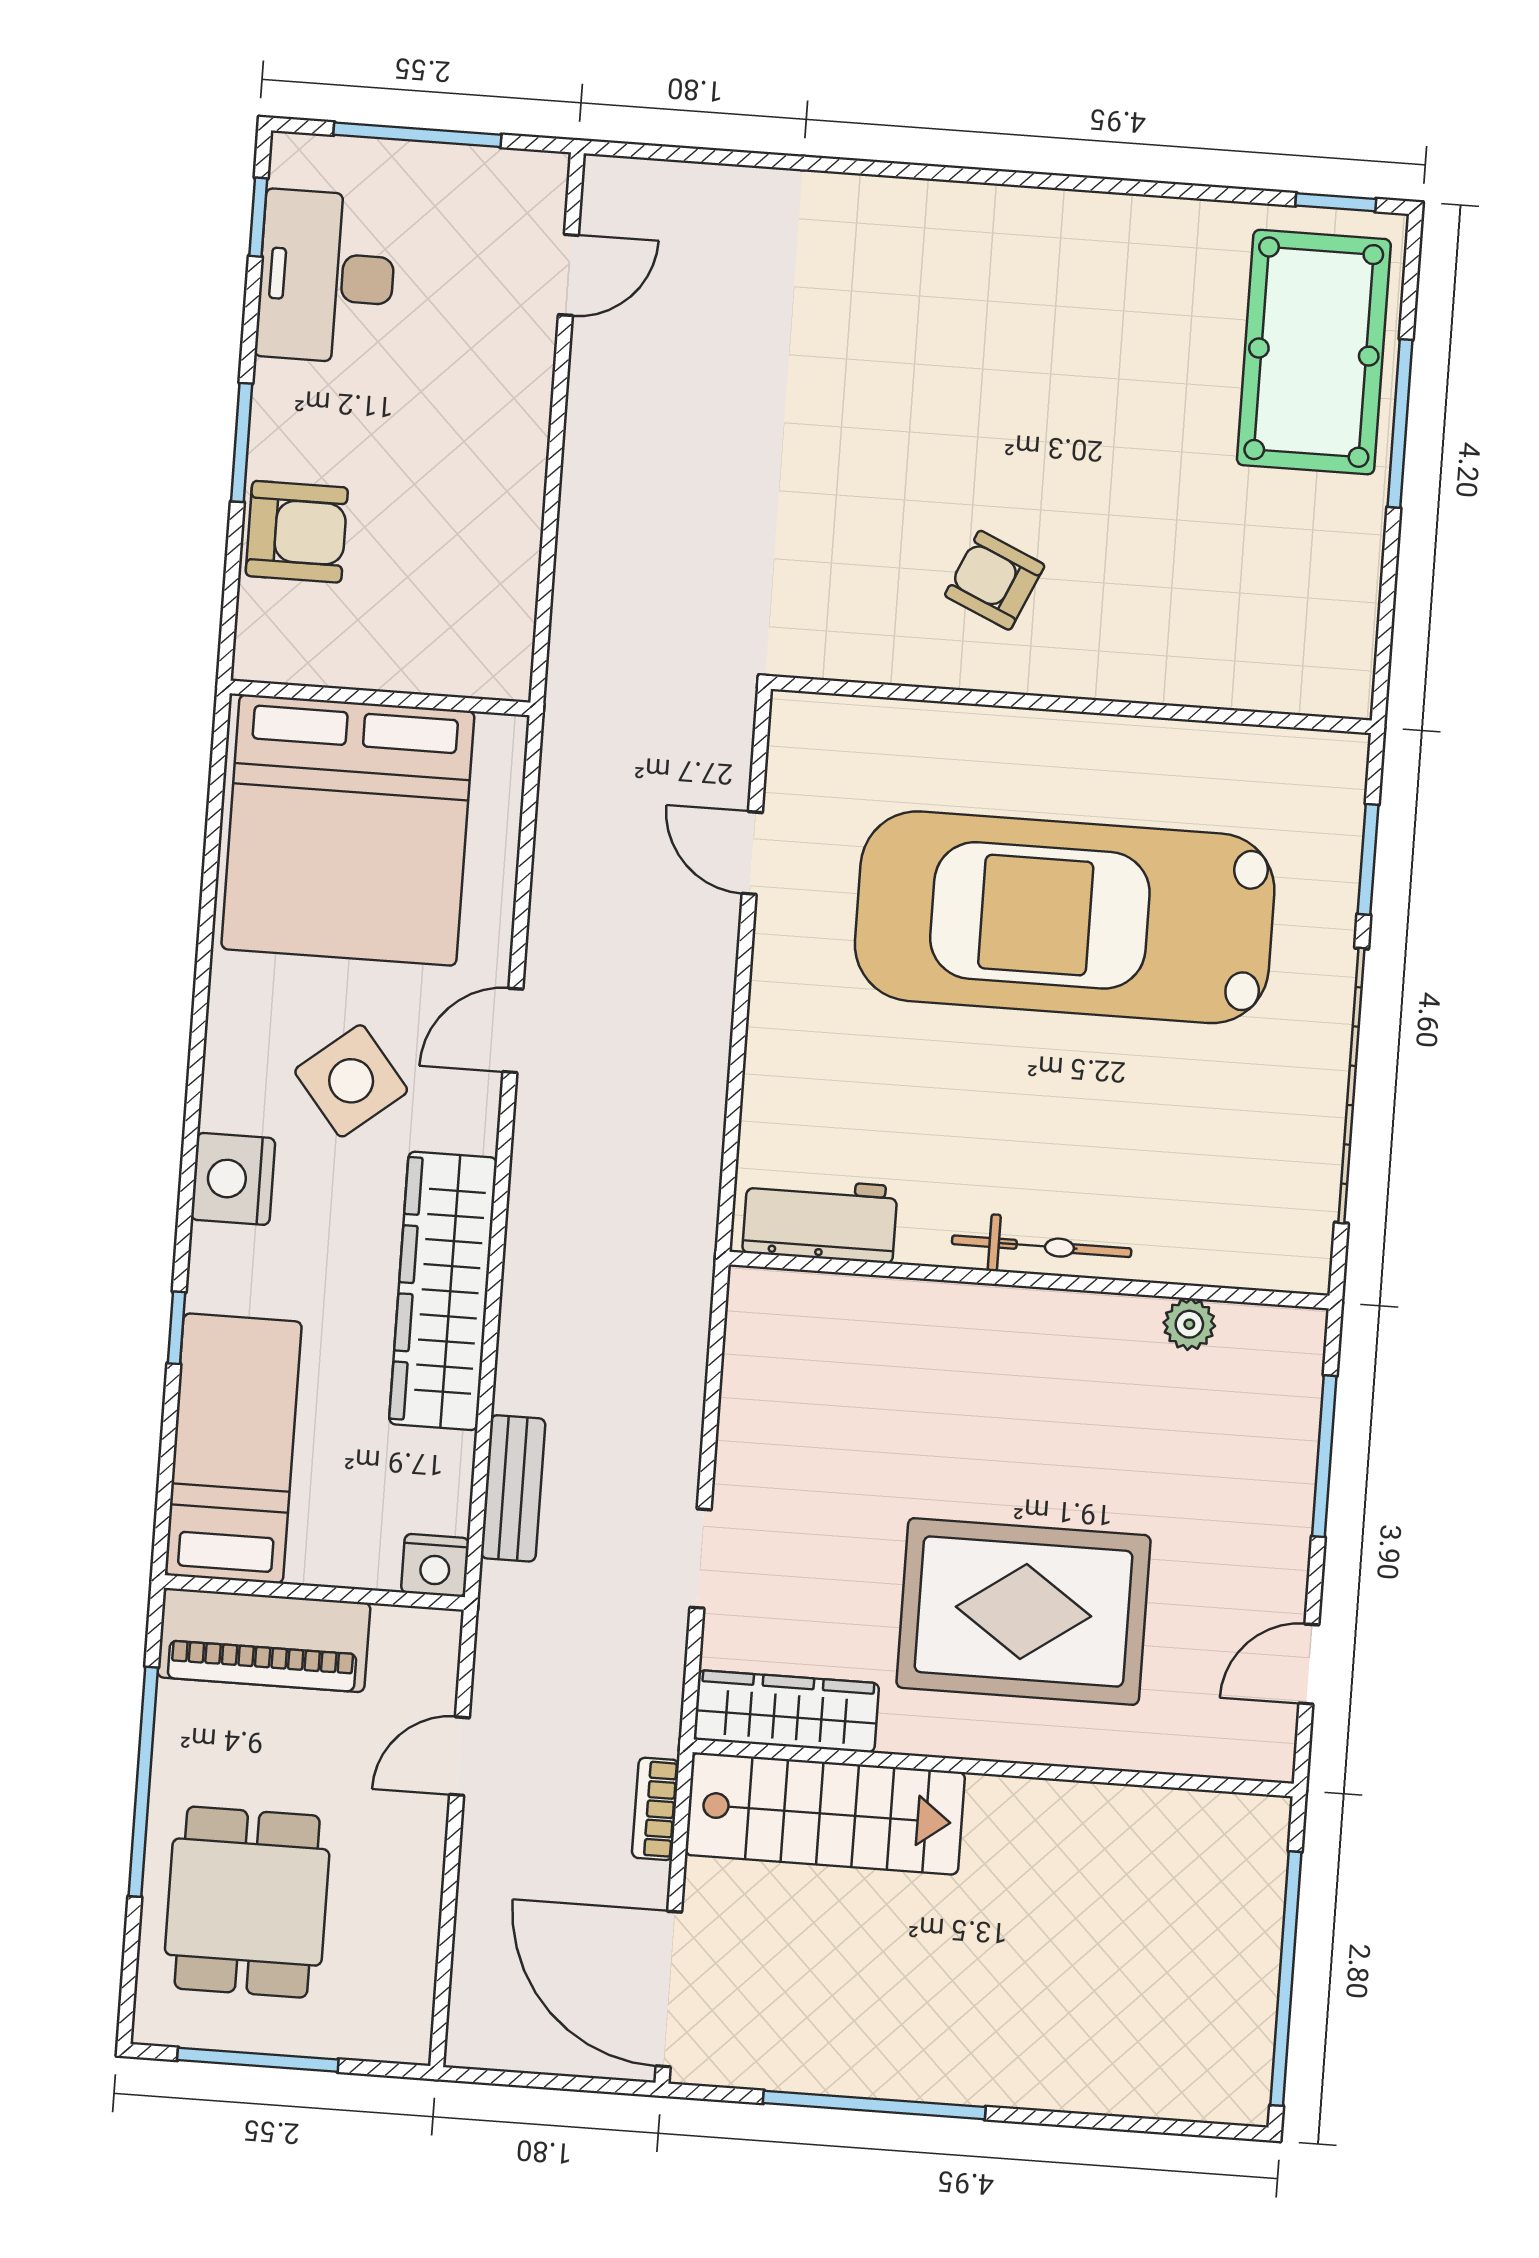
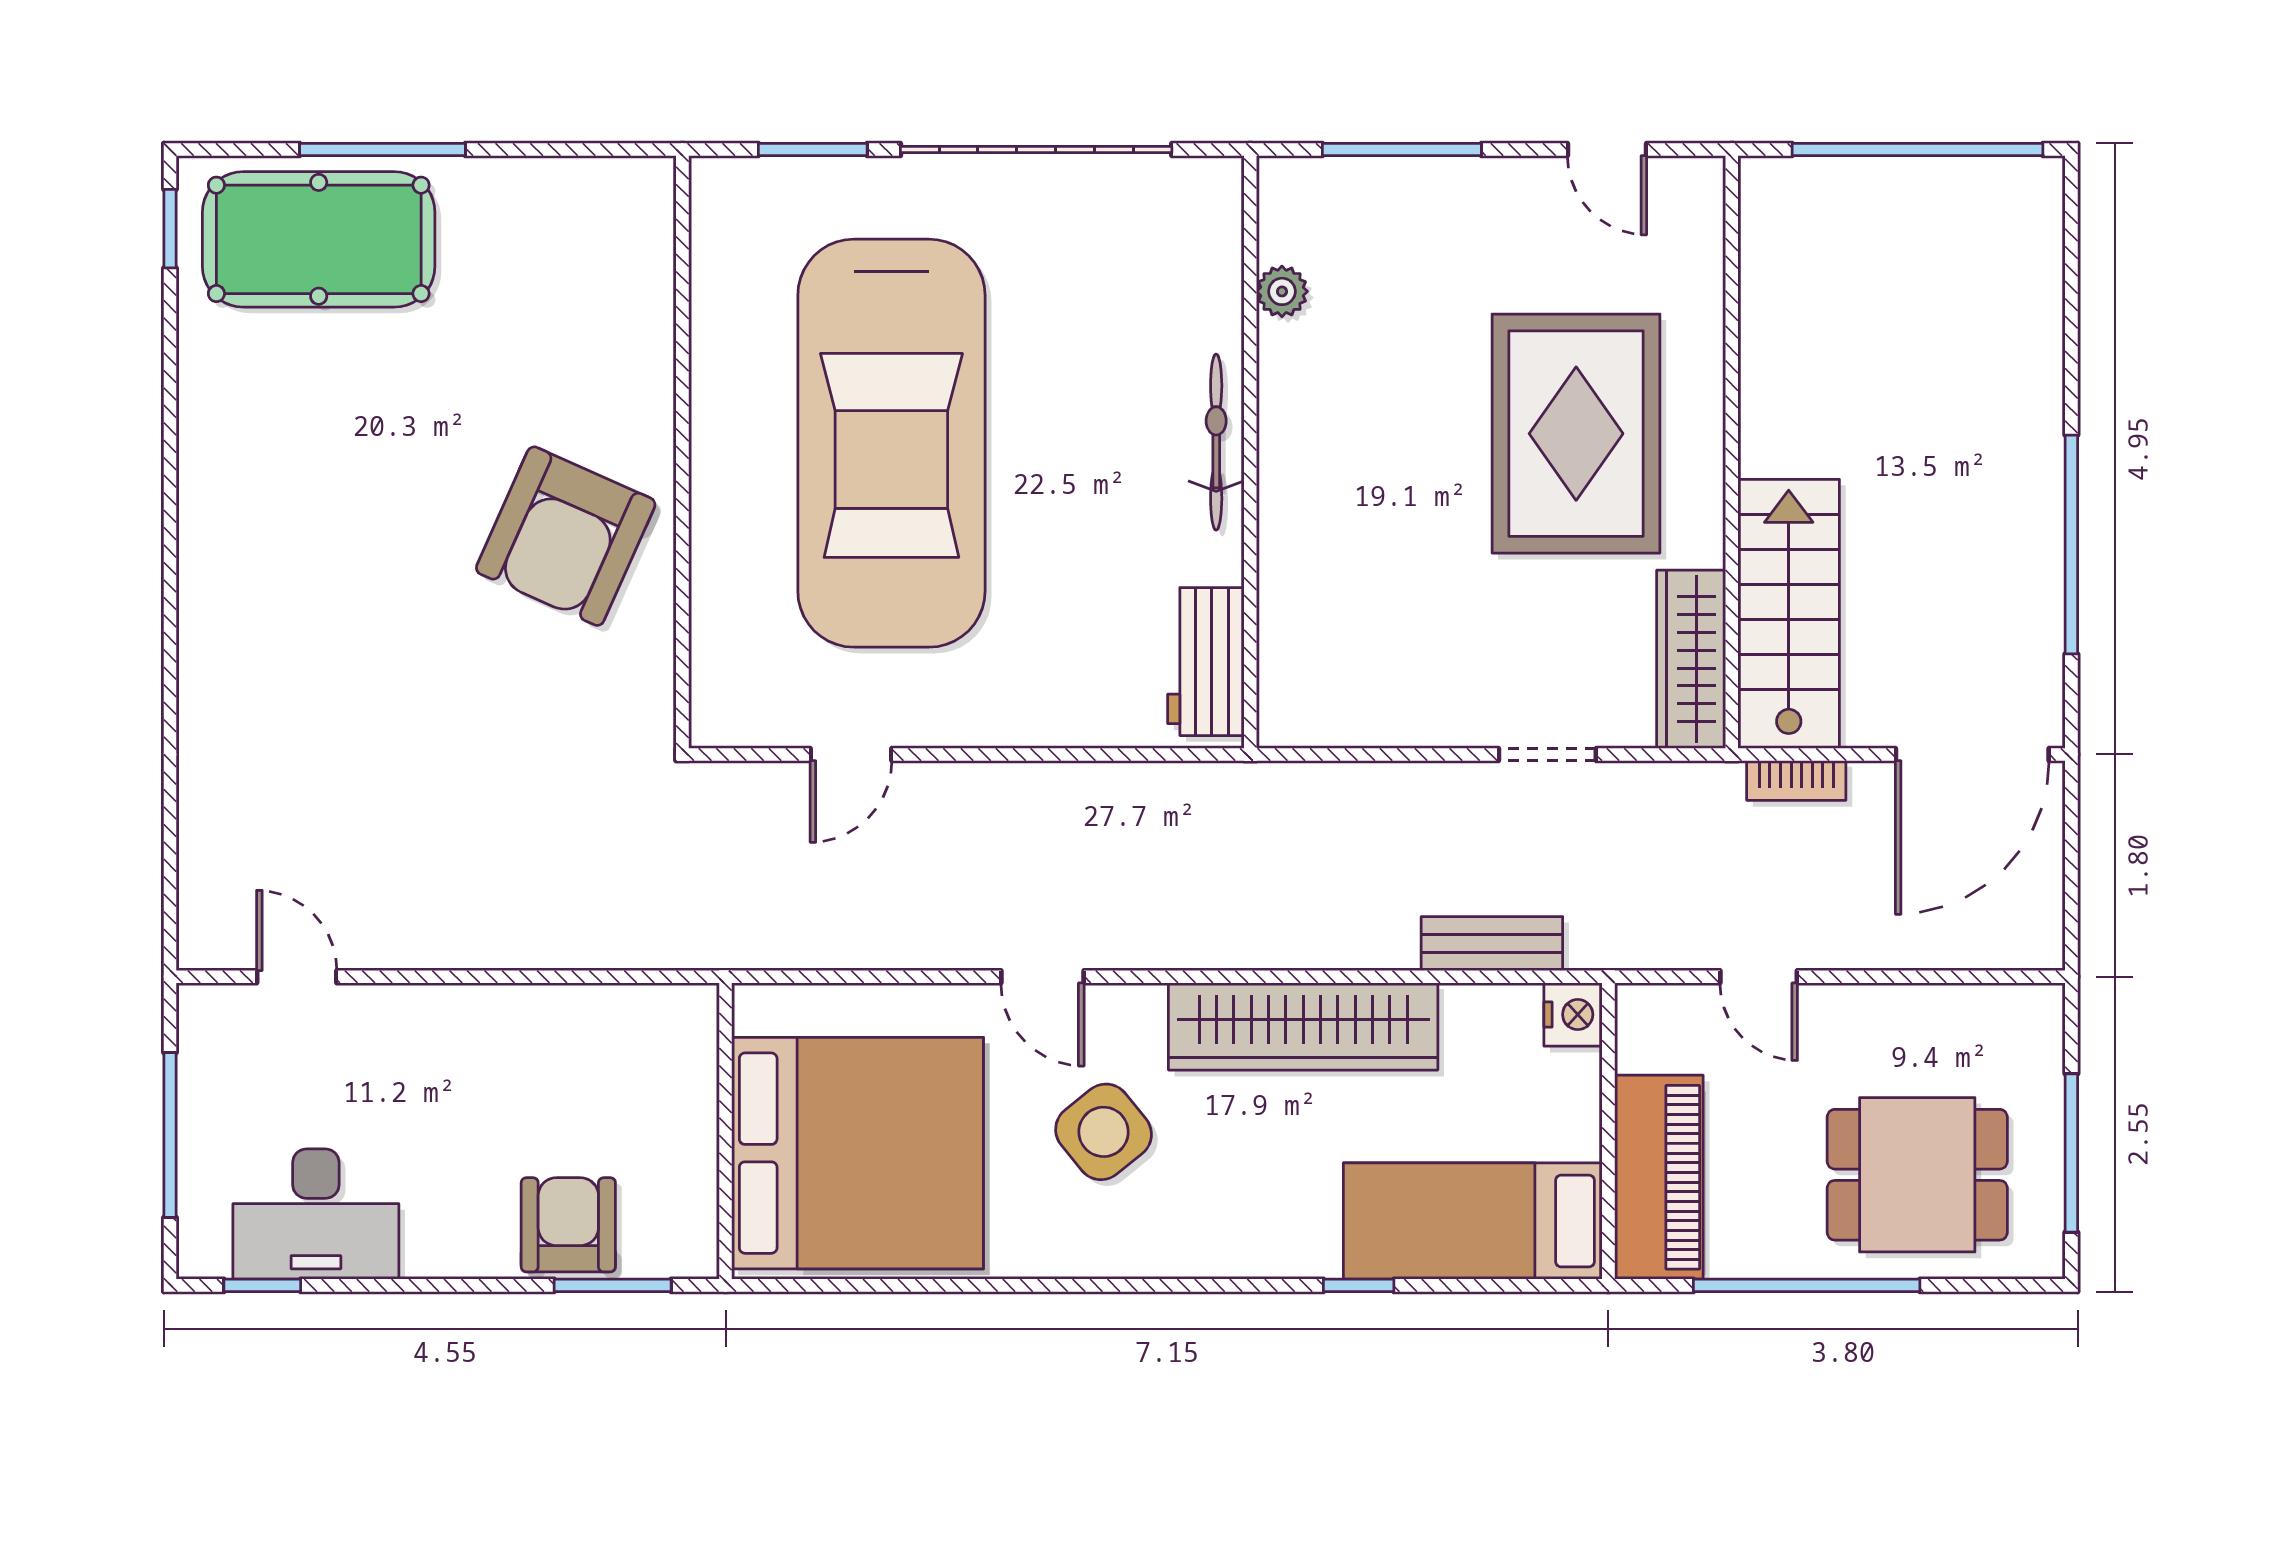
window: (242, 442) -> (613, 1285), moved
armchair: (995, 580) -> (566, 536), width x1.88, depth x1.88
nightstand: (233, 1179) -> (1208, 1241), removed

